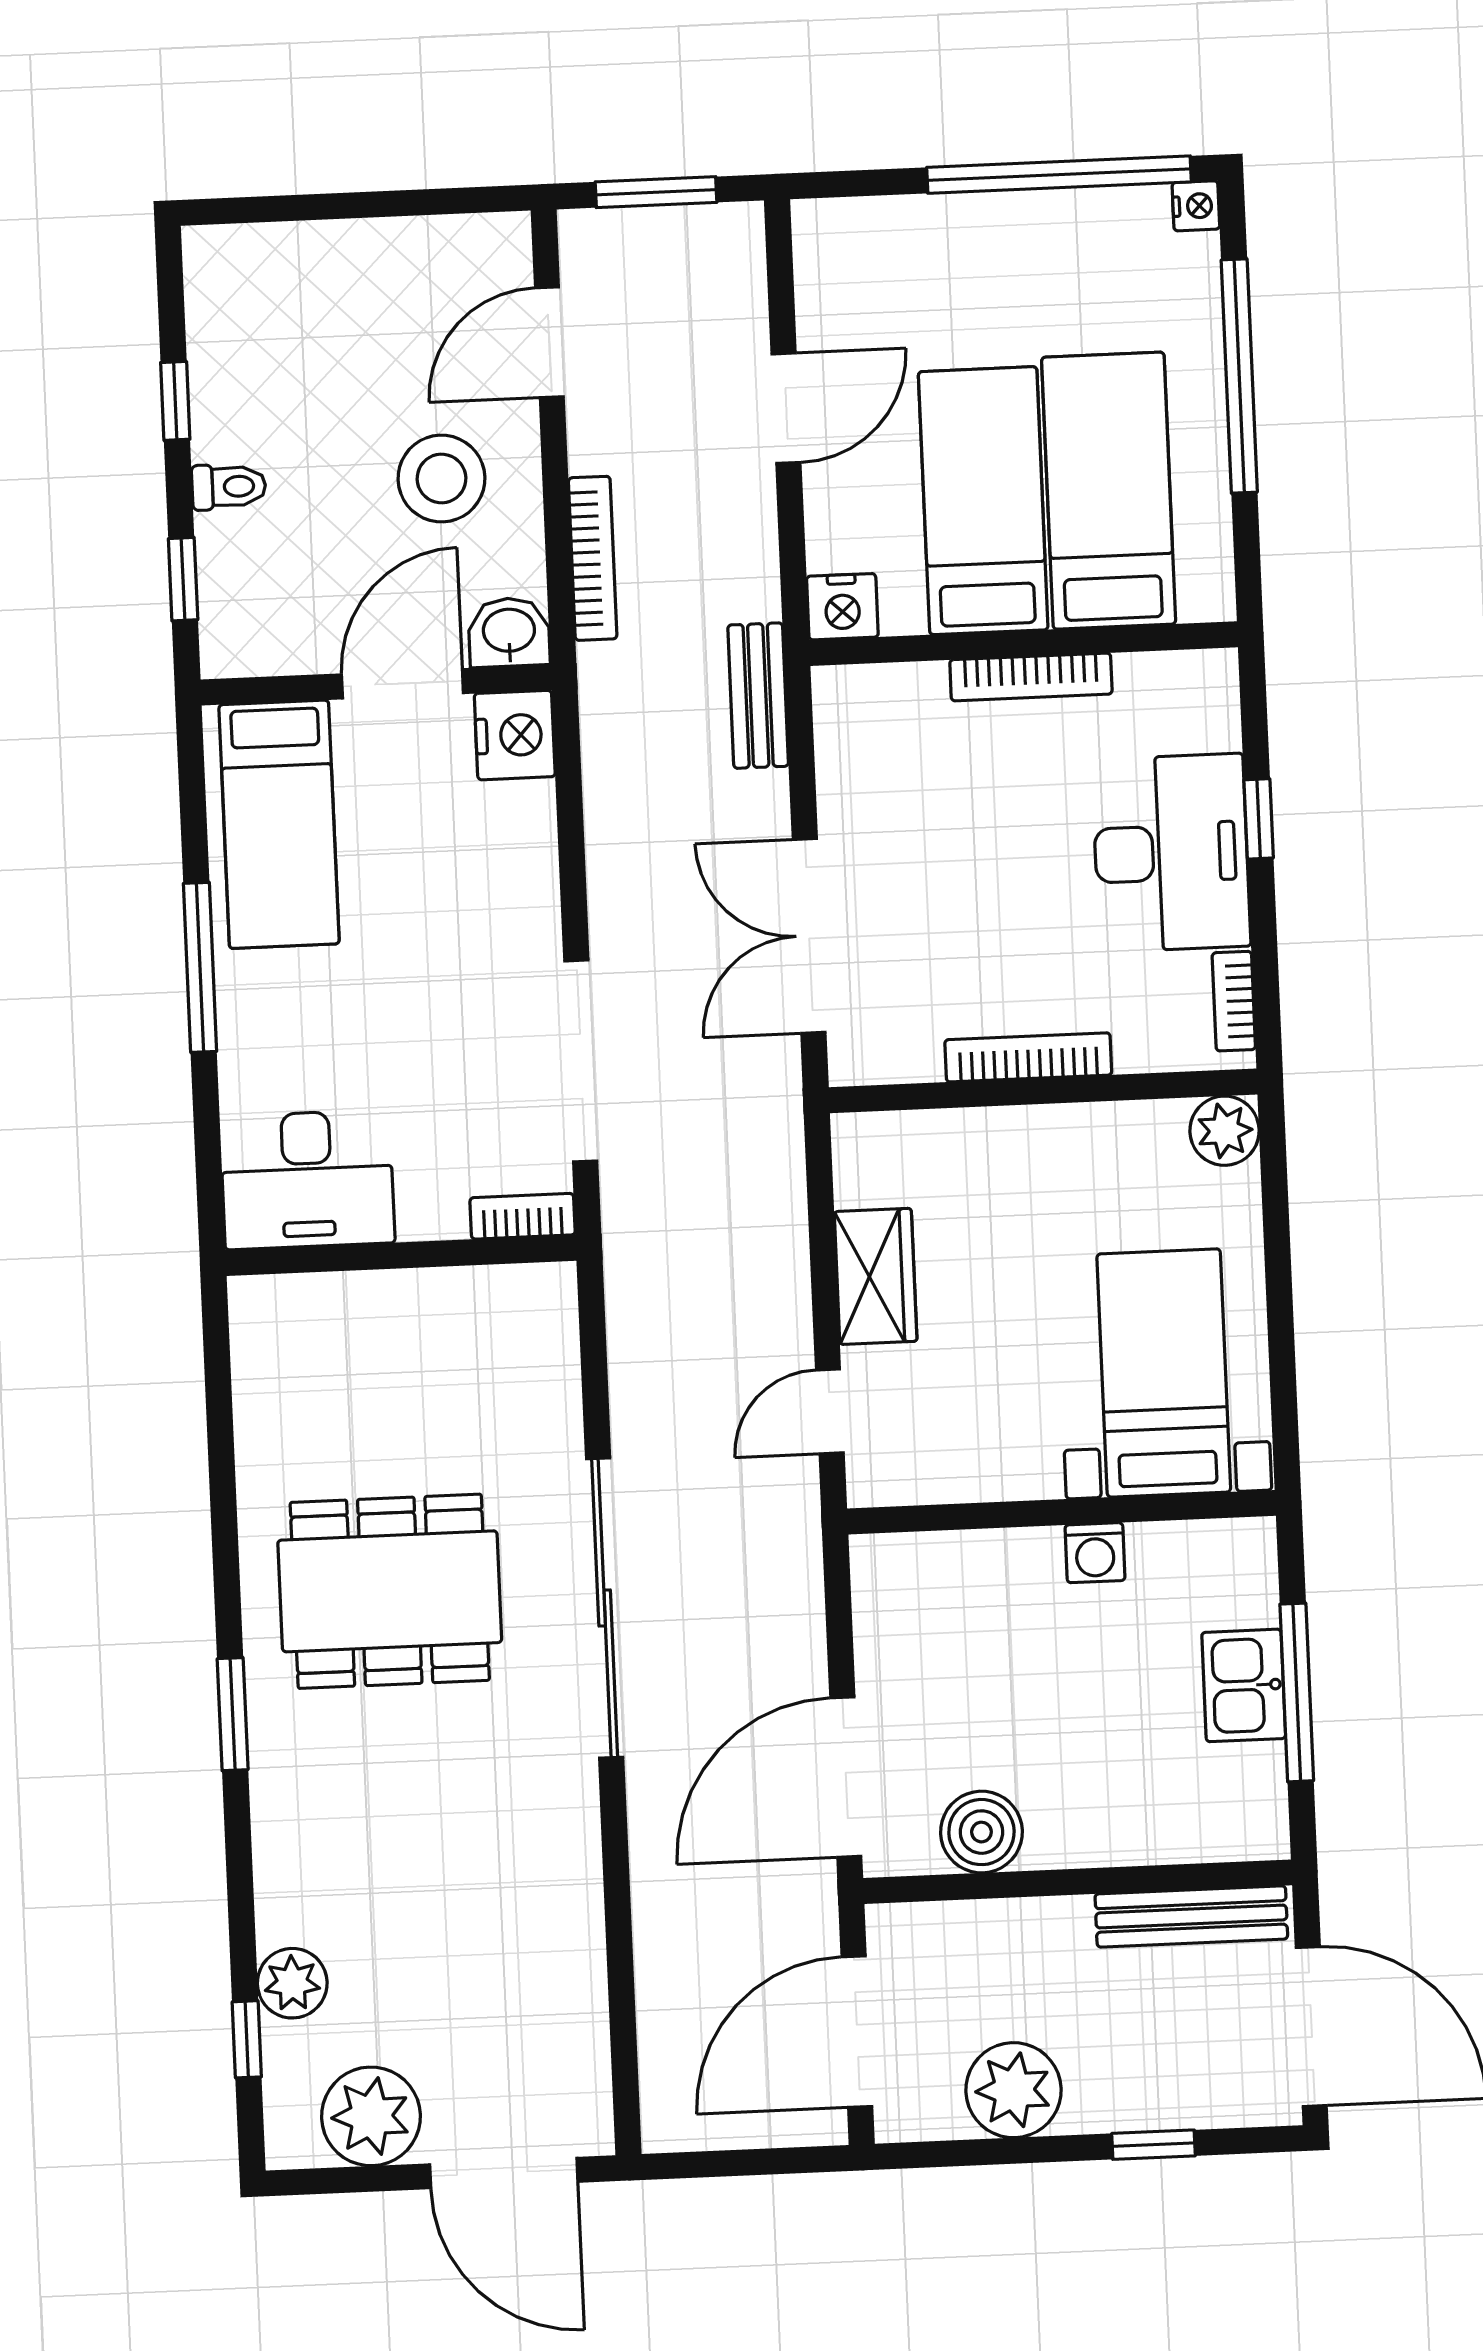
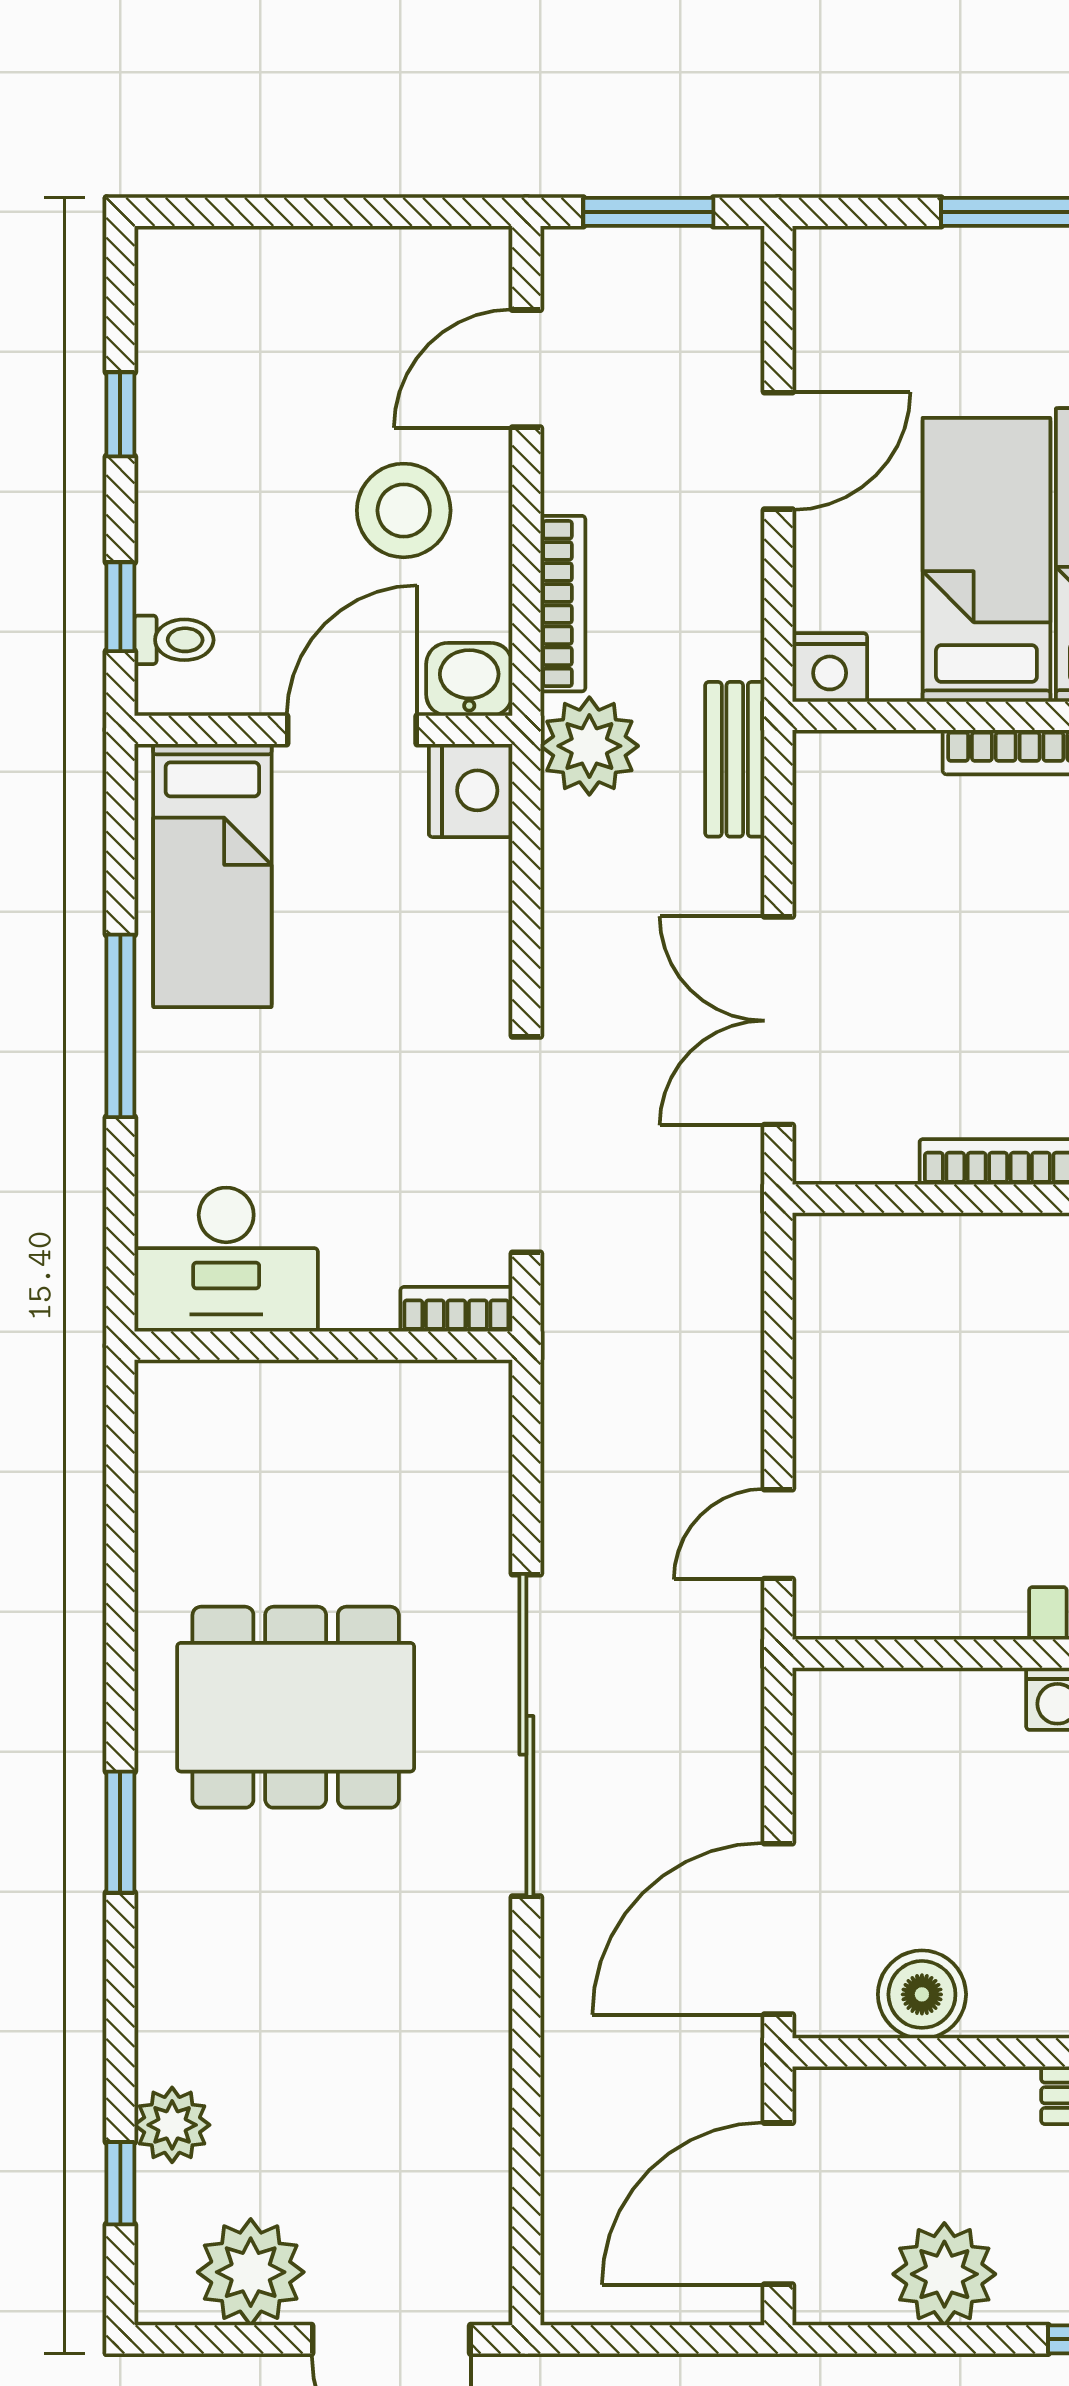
toilet: (229, 487) -> (174, 640), moved
plant: (623, 689) -> (589, 746), added
wardrobe: (876, 1276) -> (834, 1391), removed

